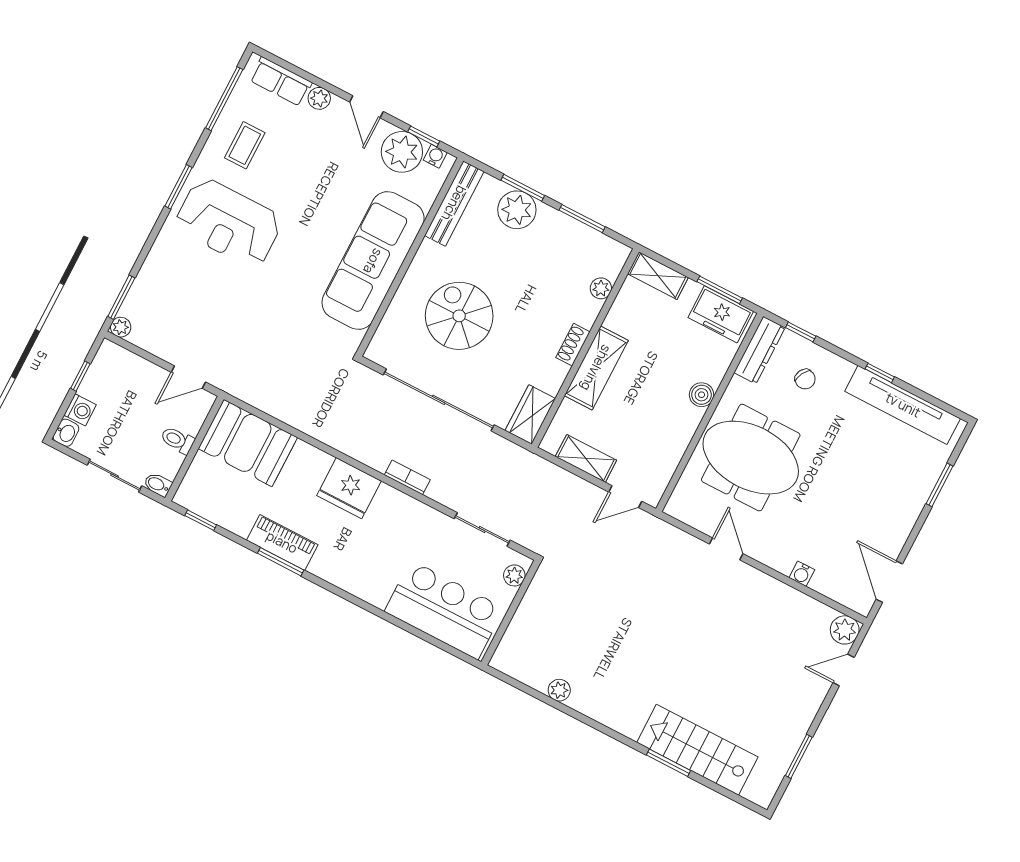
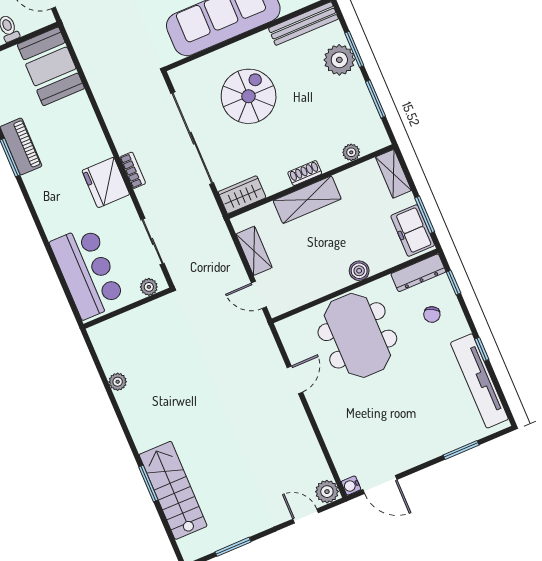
fridge: (349, 488) -> (106, 182), moved
water cooler: (802, 574) -> (351, 486), moved
door: (889, 582) -> (380, 484), swing flipped

